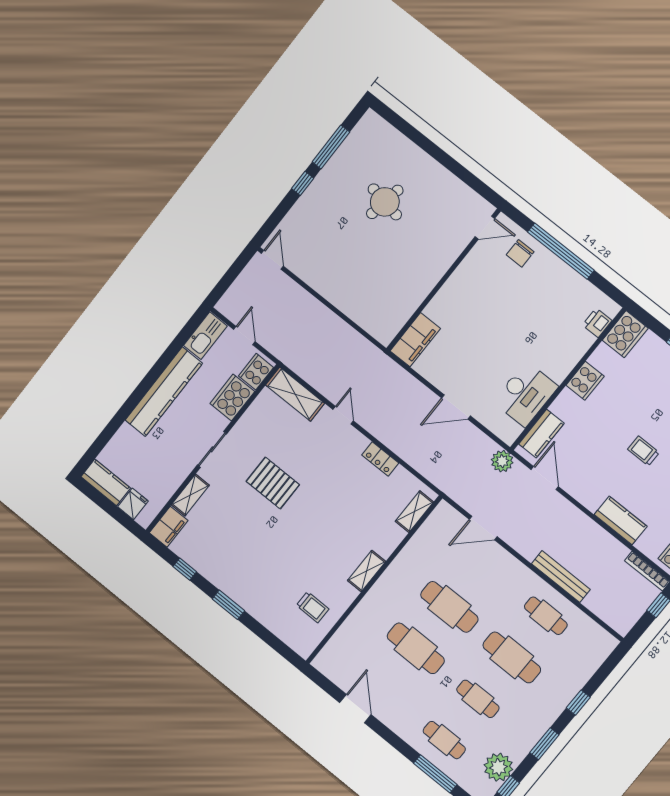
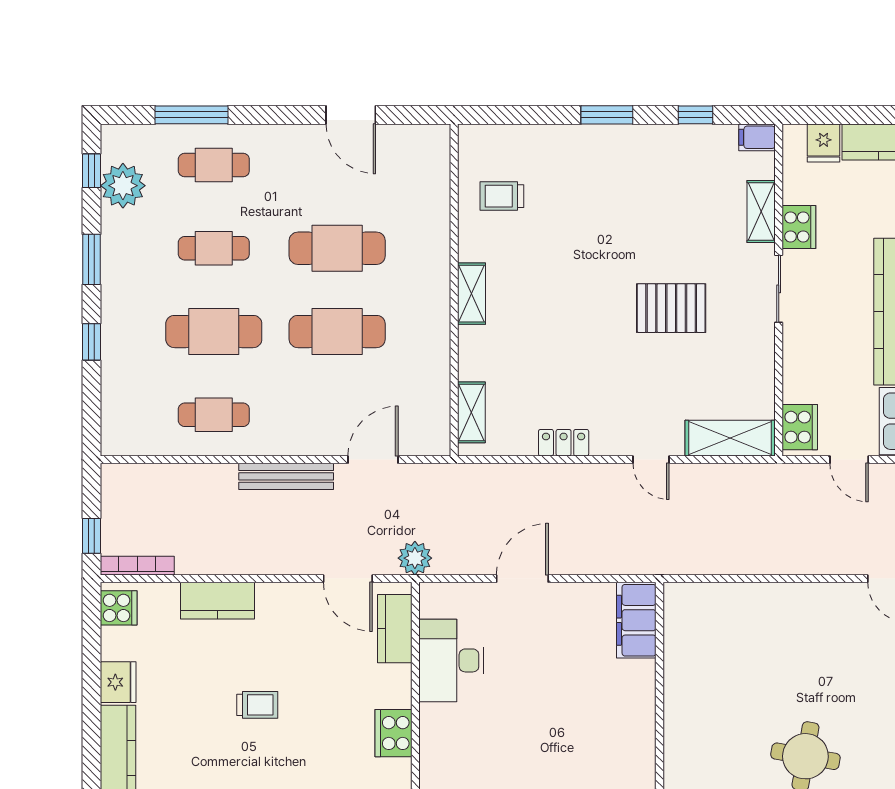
cooker: (232, 397) -> (799, 227), moved, width x0.73, depth x0.76
filing cabinet: (169, 527) -> (757, 137), width x0.50
bench: (561, 577) -> (286, 476), moved

